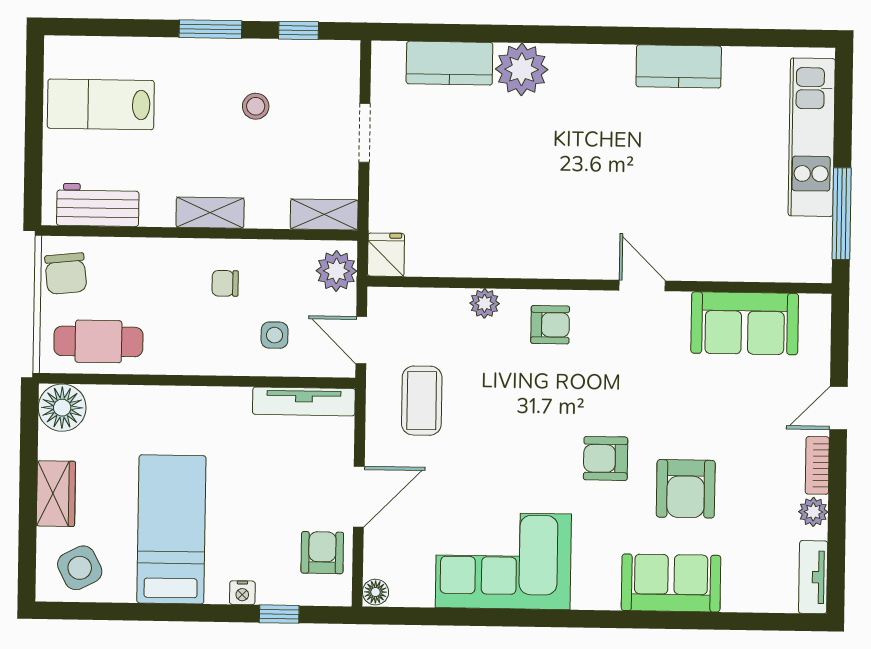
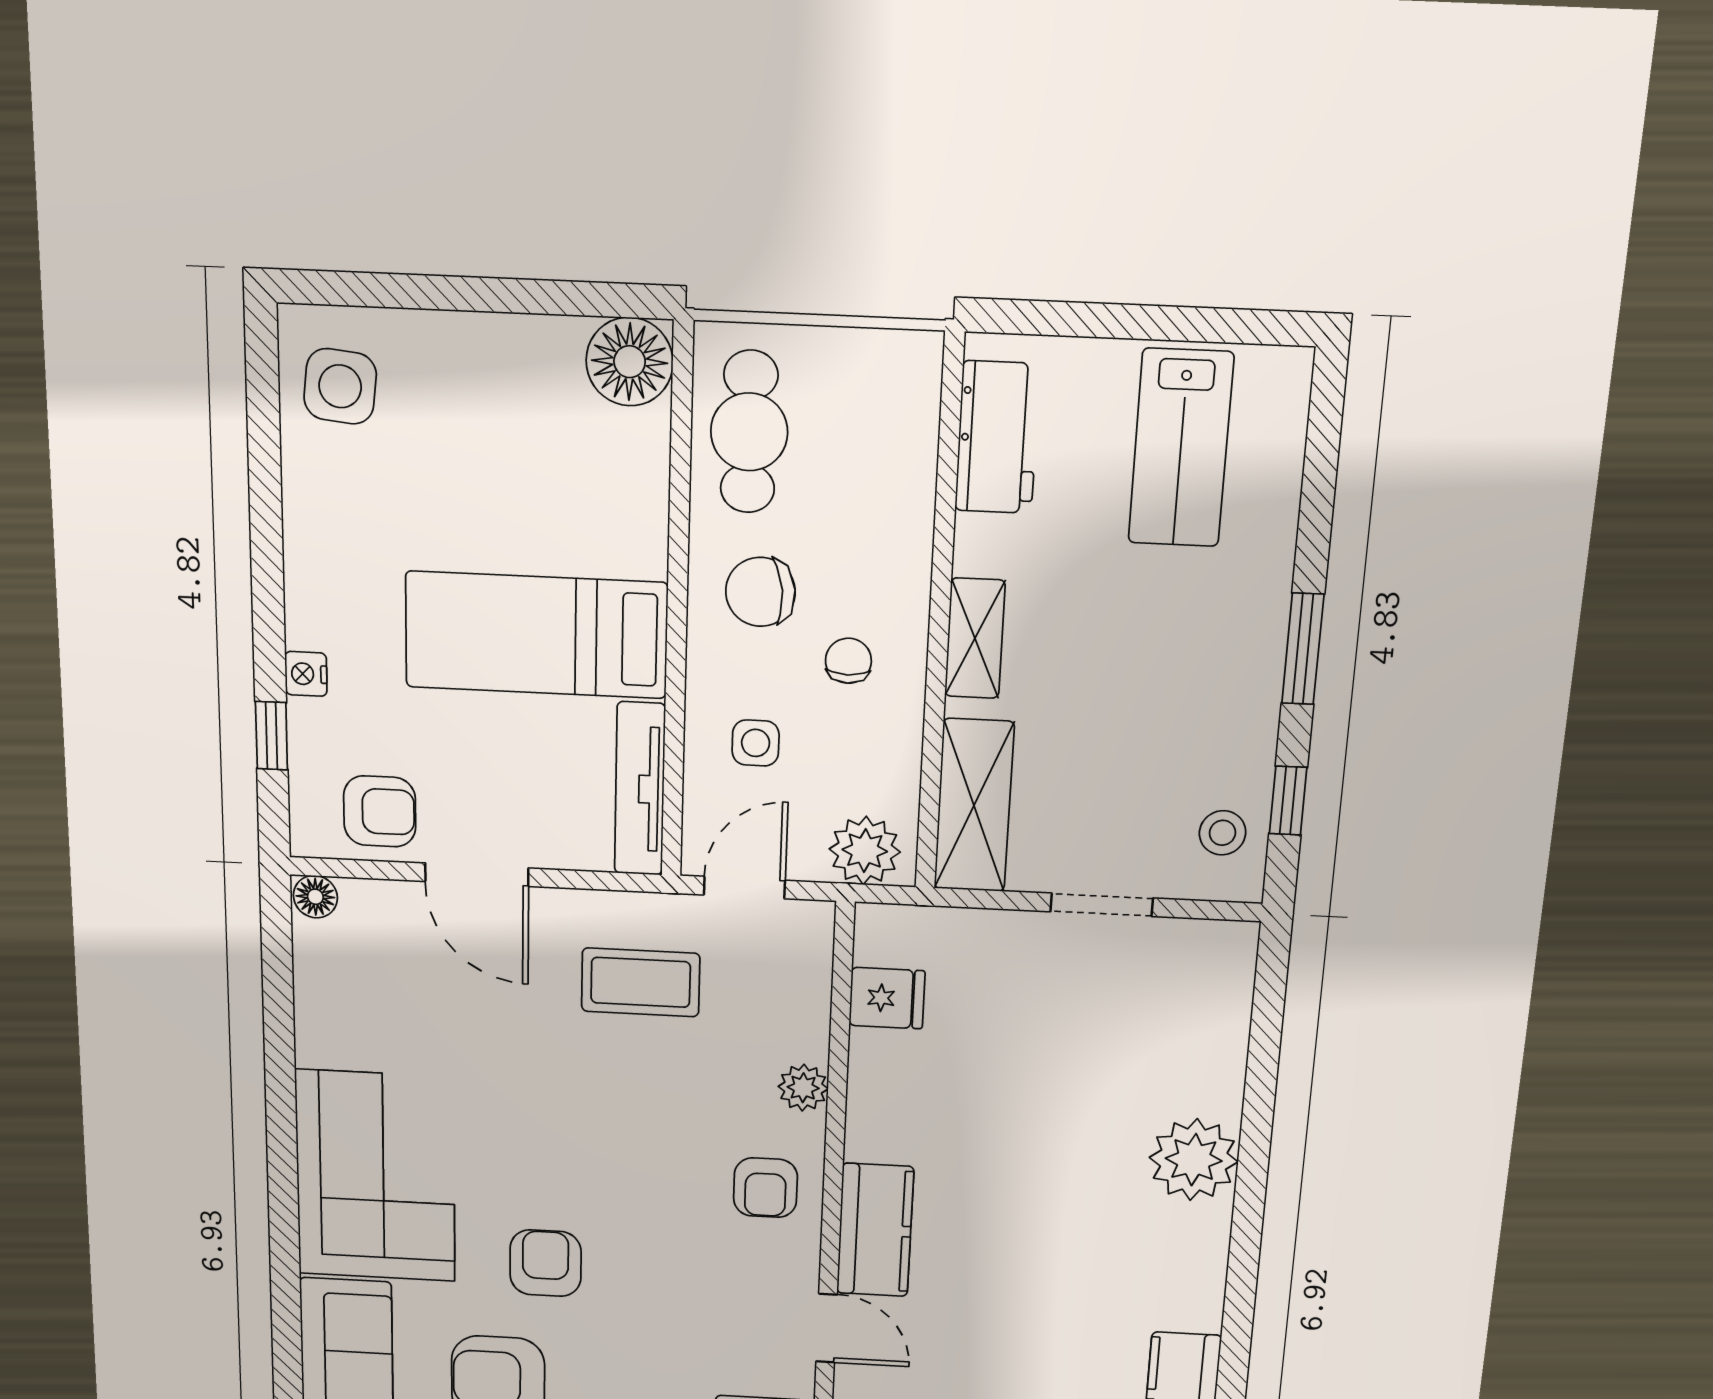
kitchen counter: (449, 63) -> (875, 1230), moved, turned 180
lab bench: (101, 104) -> (1181, 448), turned 180
stool: (256, 106) -> (1222, 833), moved
shelving: (324, 214) -> (974, 806), width x1.50, depth x1.33
fridge: (386, 255) -> (887, 998), moved
chair: (66, 274) -> (760, 592), moved
door: (642, 286) -> (827, 1328), hinge flipped
wardrobe: (56, 494) -> (473, 346), removed
bed: (171, 529) -> (536, 635), moved, turned 180
corner sofa: (503, 561) -> (376, 1176), moved
side table: (80, 568) -> (340, 386), turned 33

